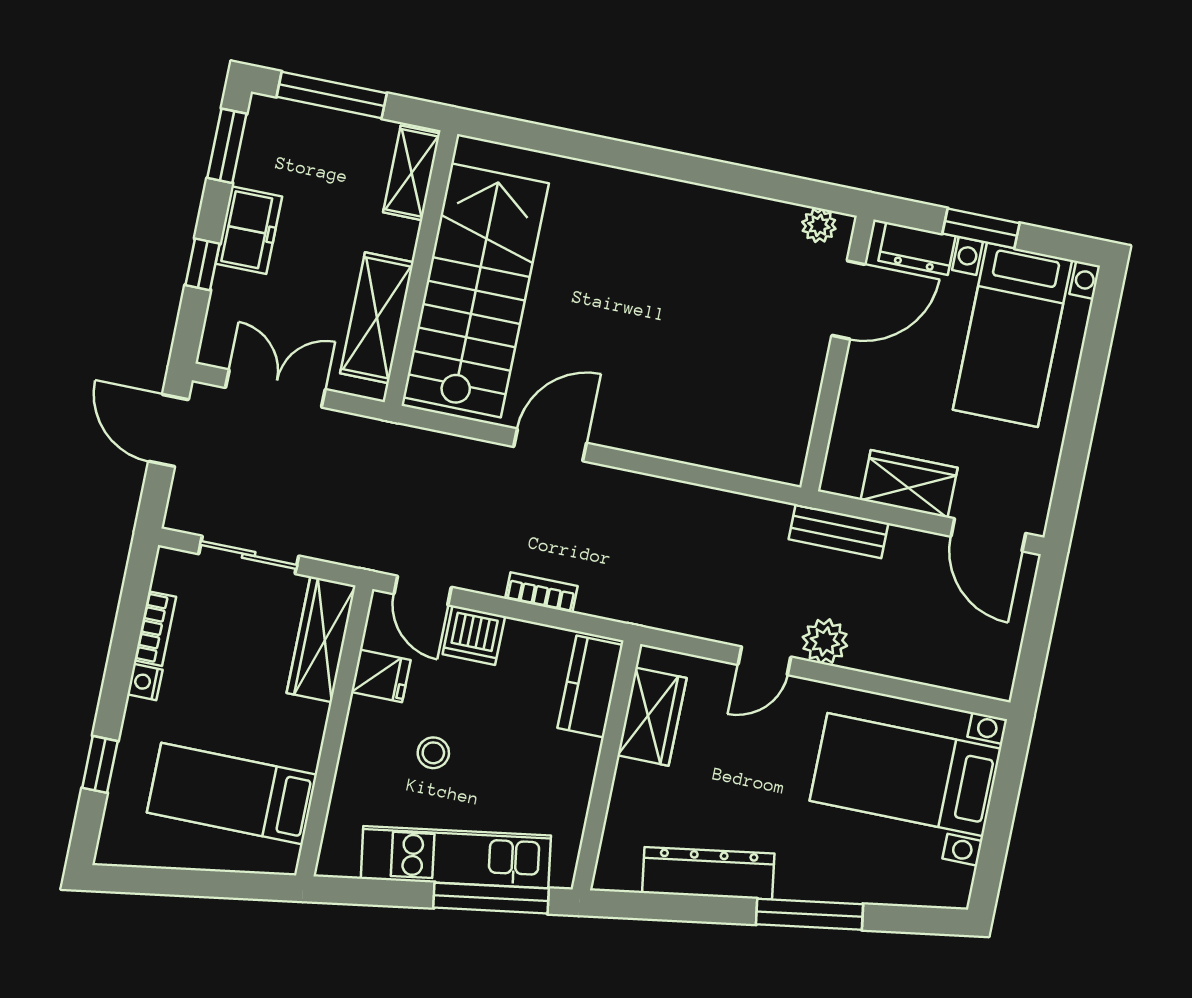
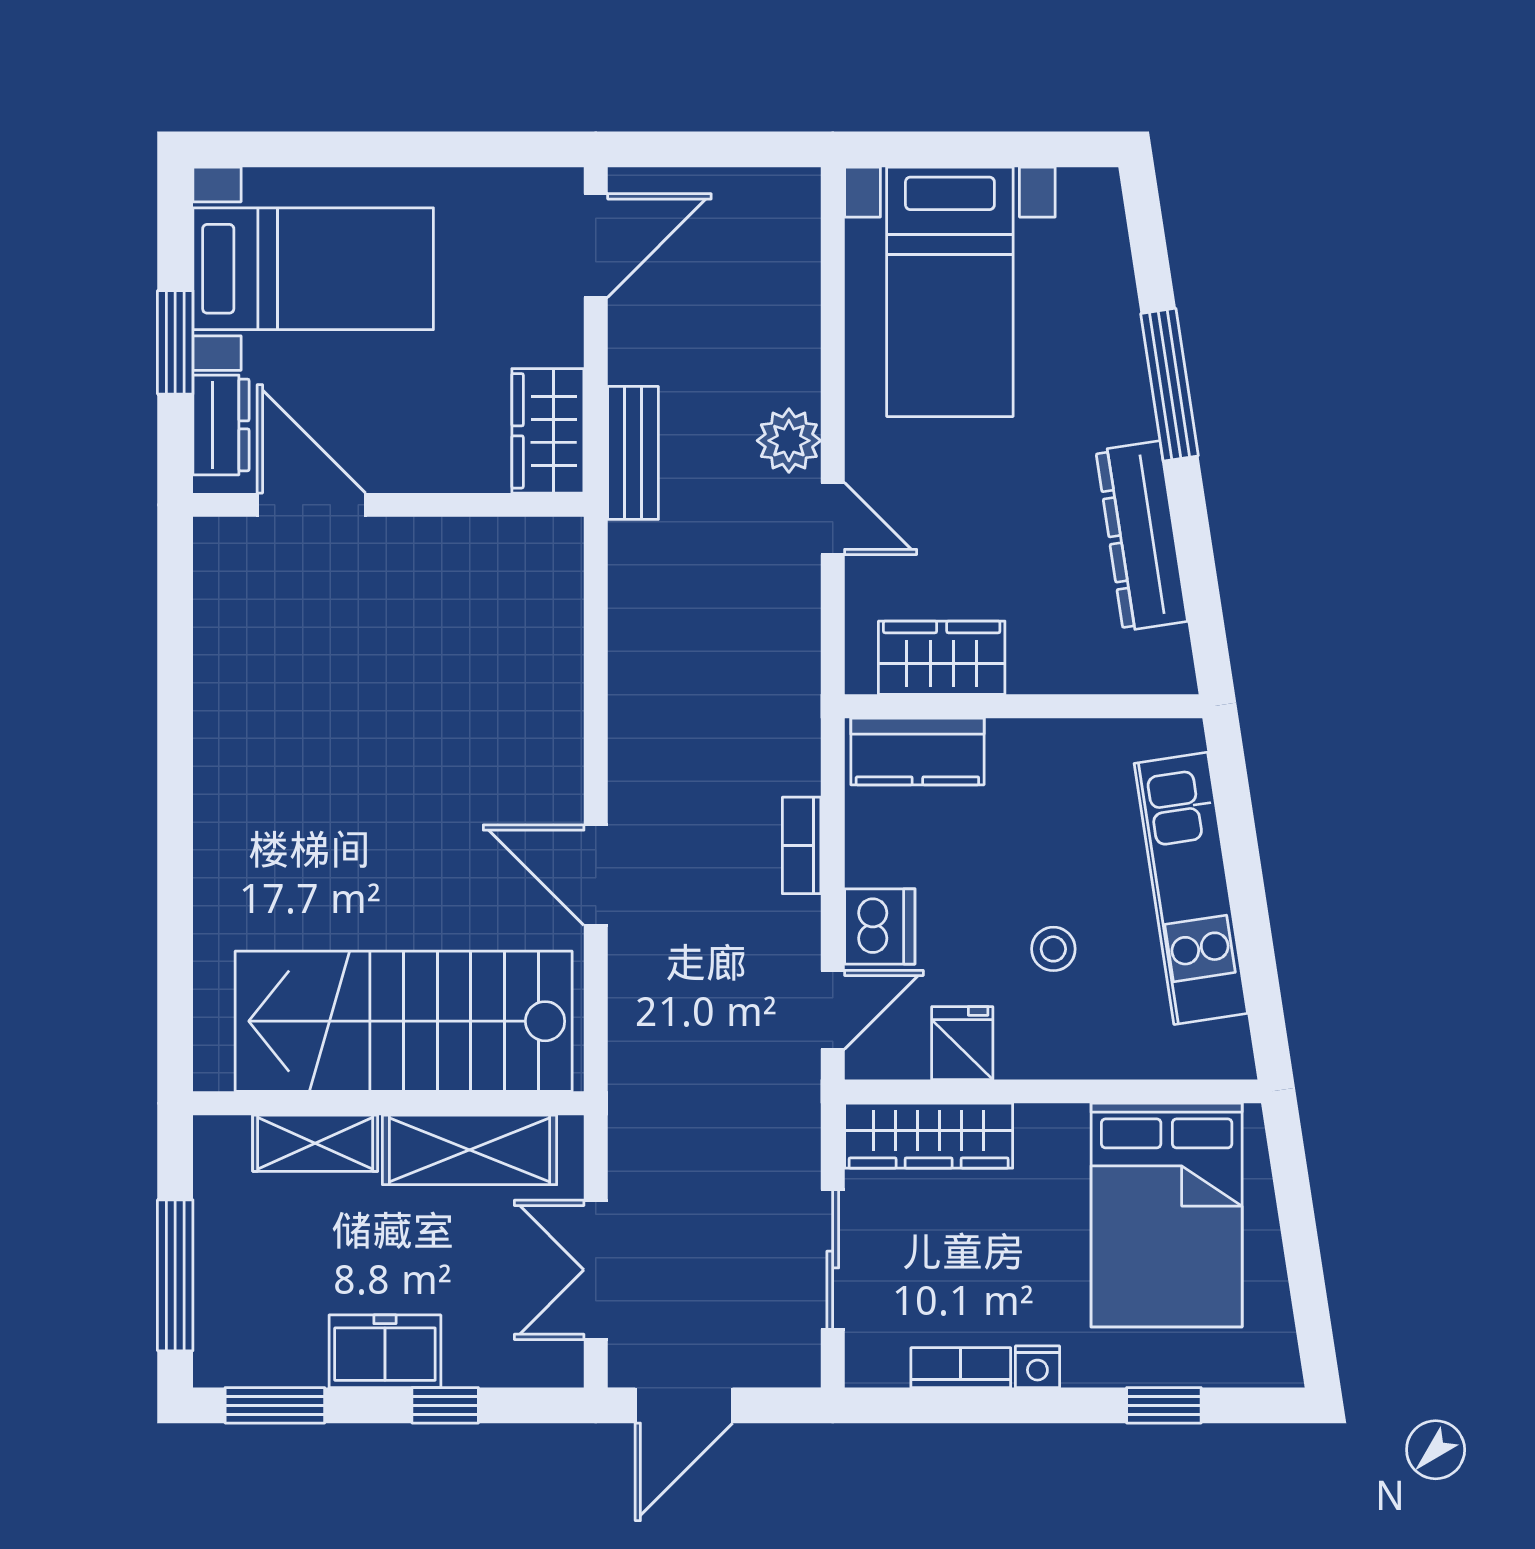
shelving: (412, 173) -> (315, 1143), moved
plant: (819, 225) -> (217, 567), removed
wardrobe: (909, 484) -> (548, 431), moved
bed: (232, 794) -> (1167, 1215), width x1.50
window: (491, 898) -> (1237, 828), removed

